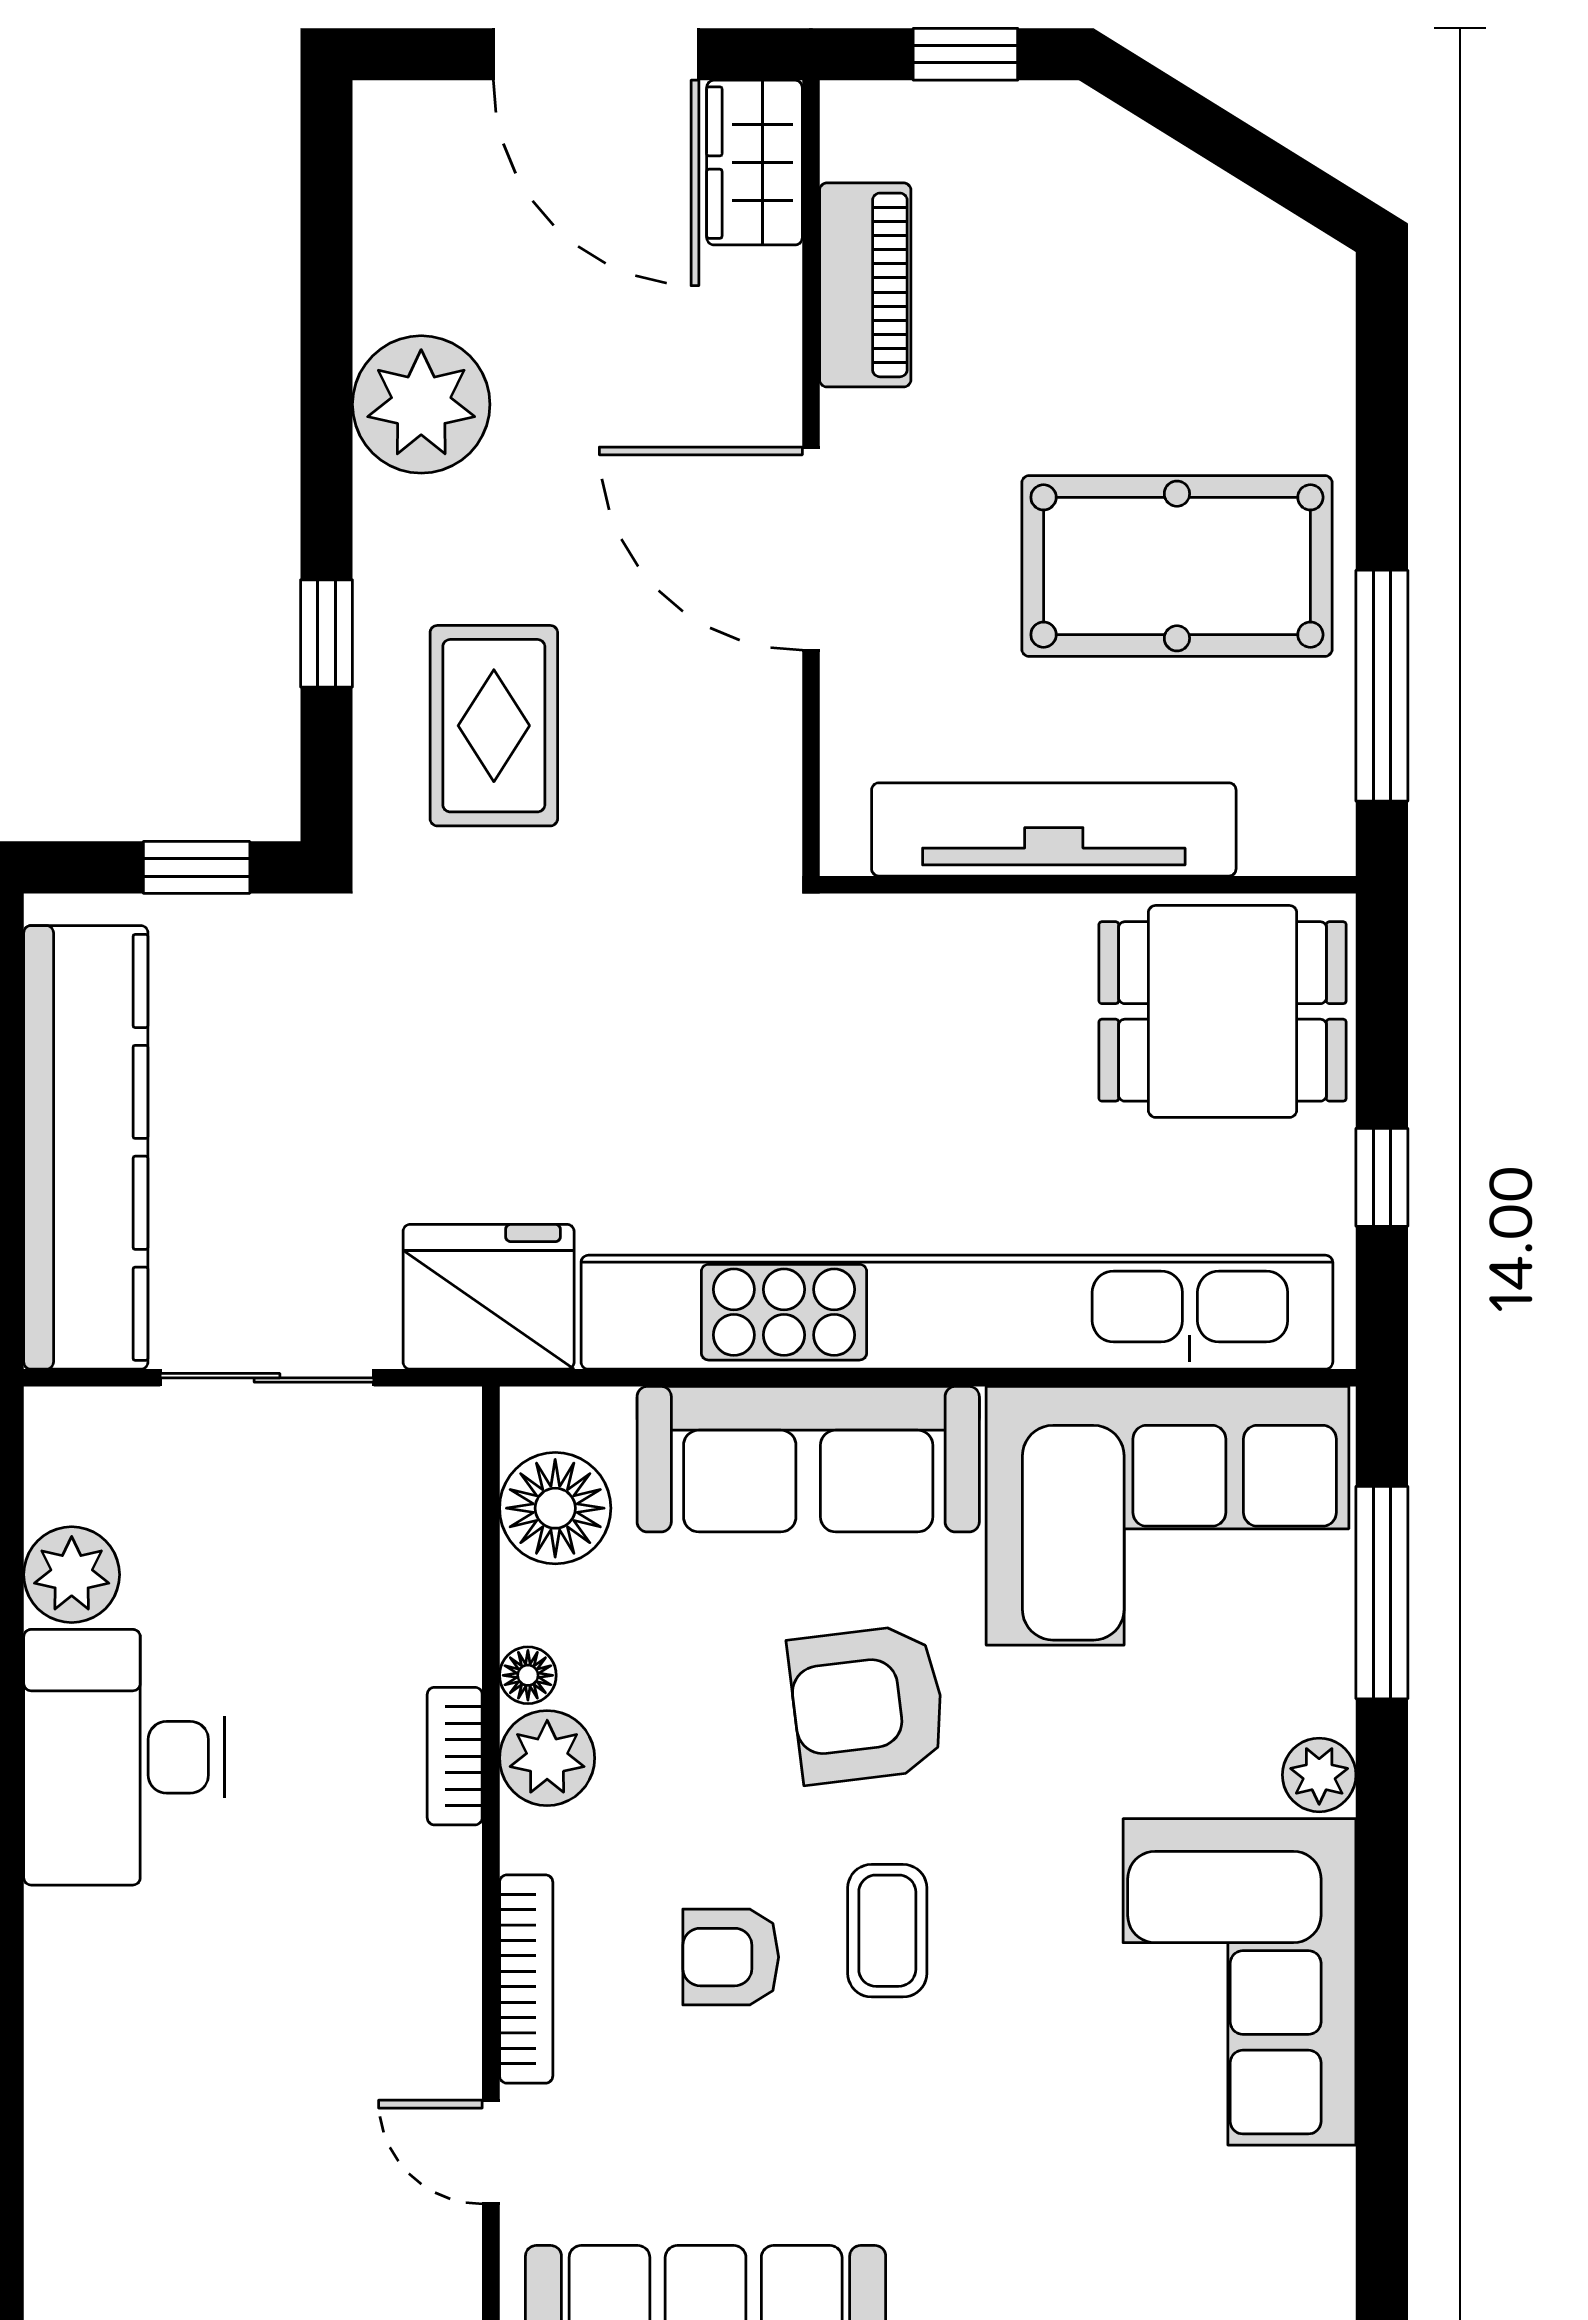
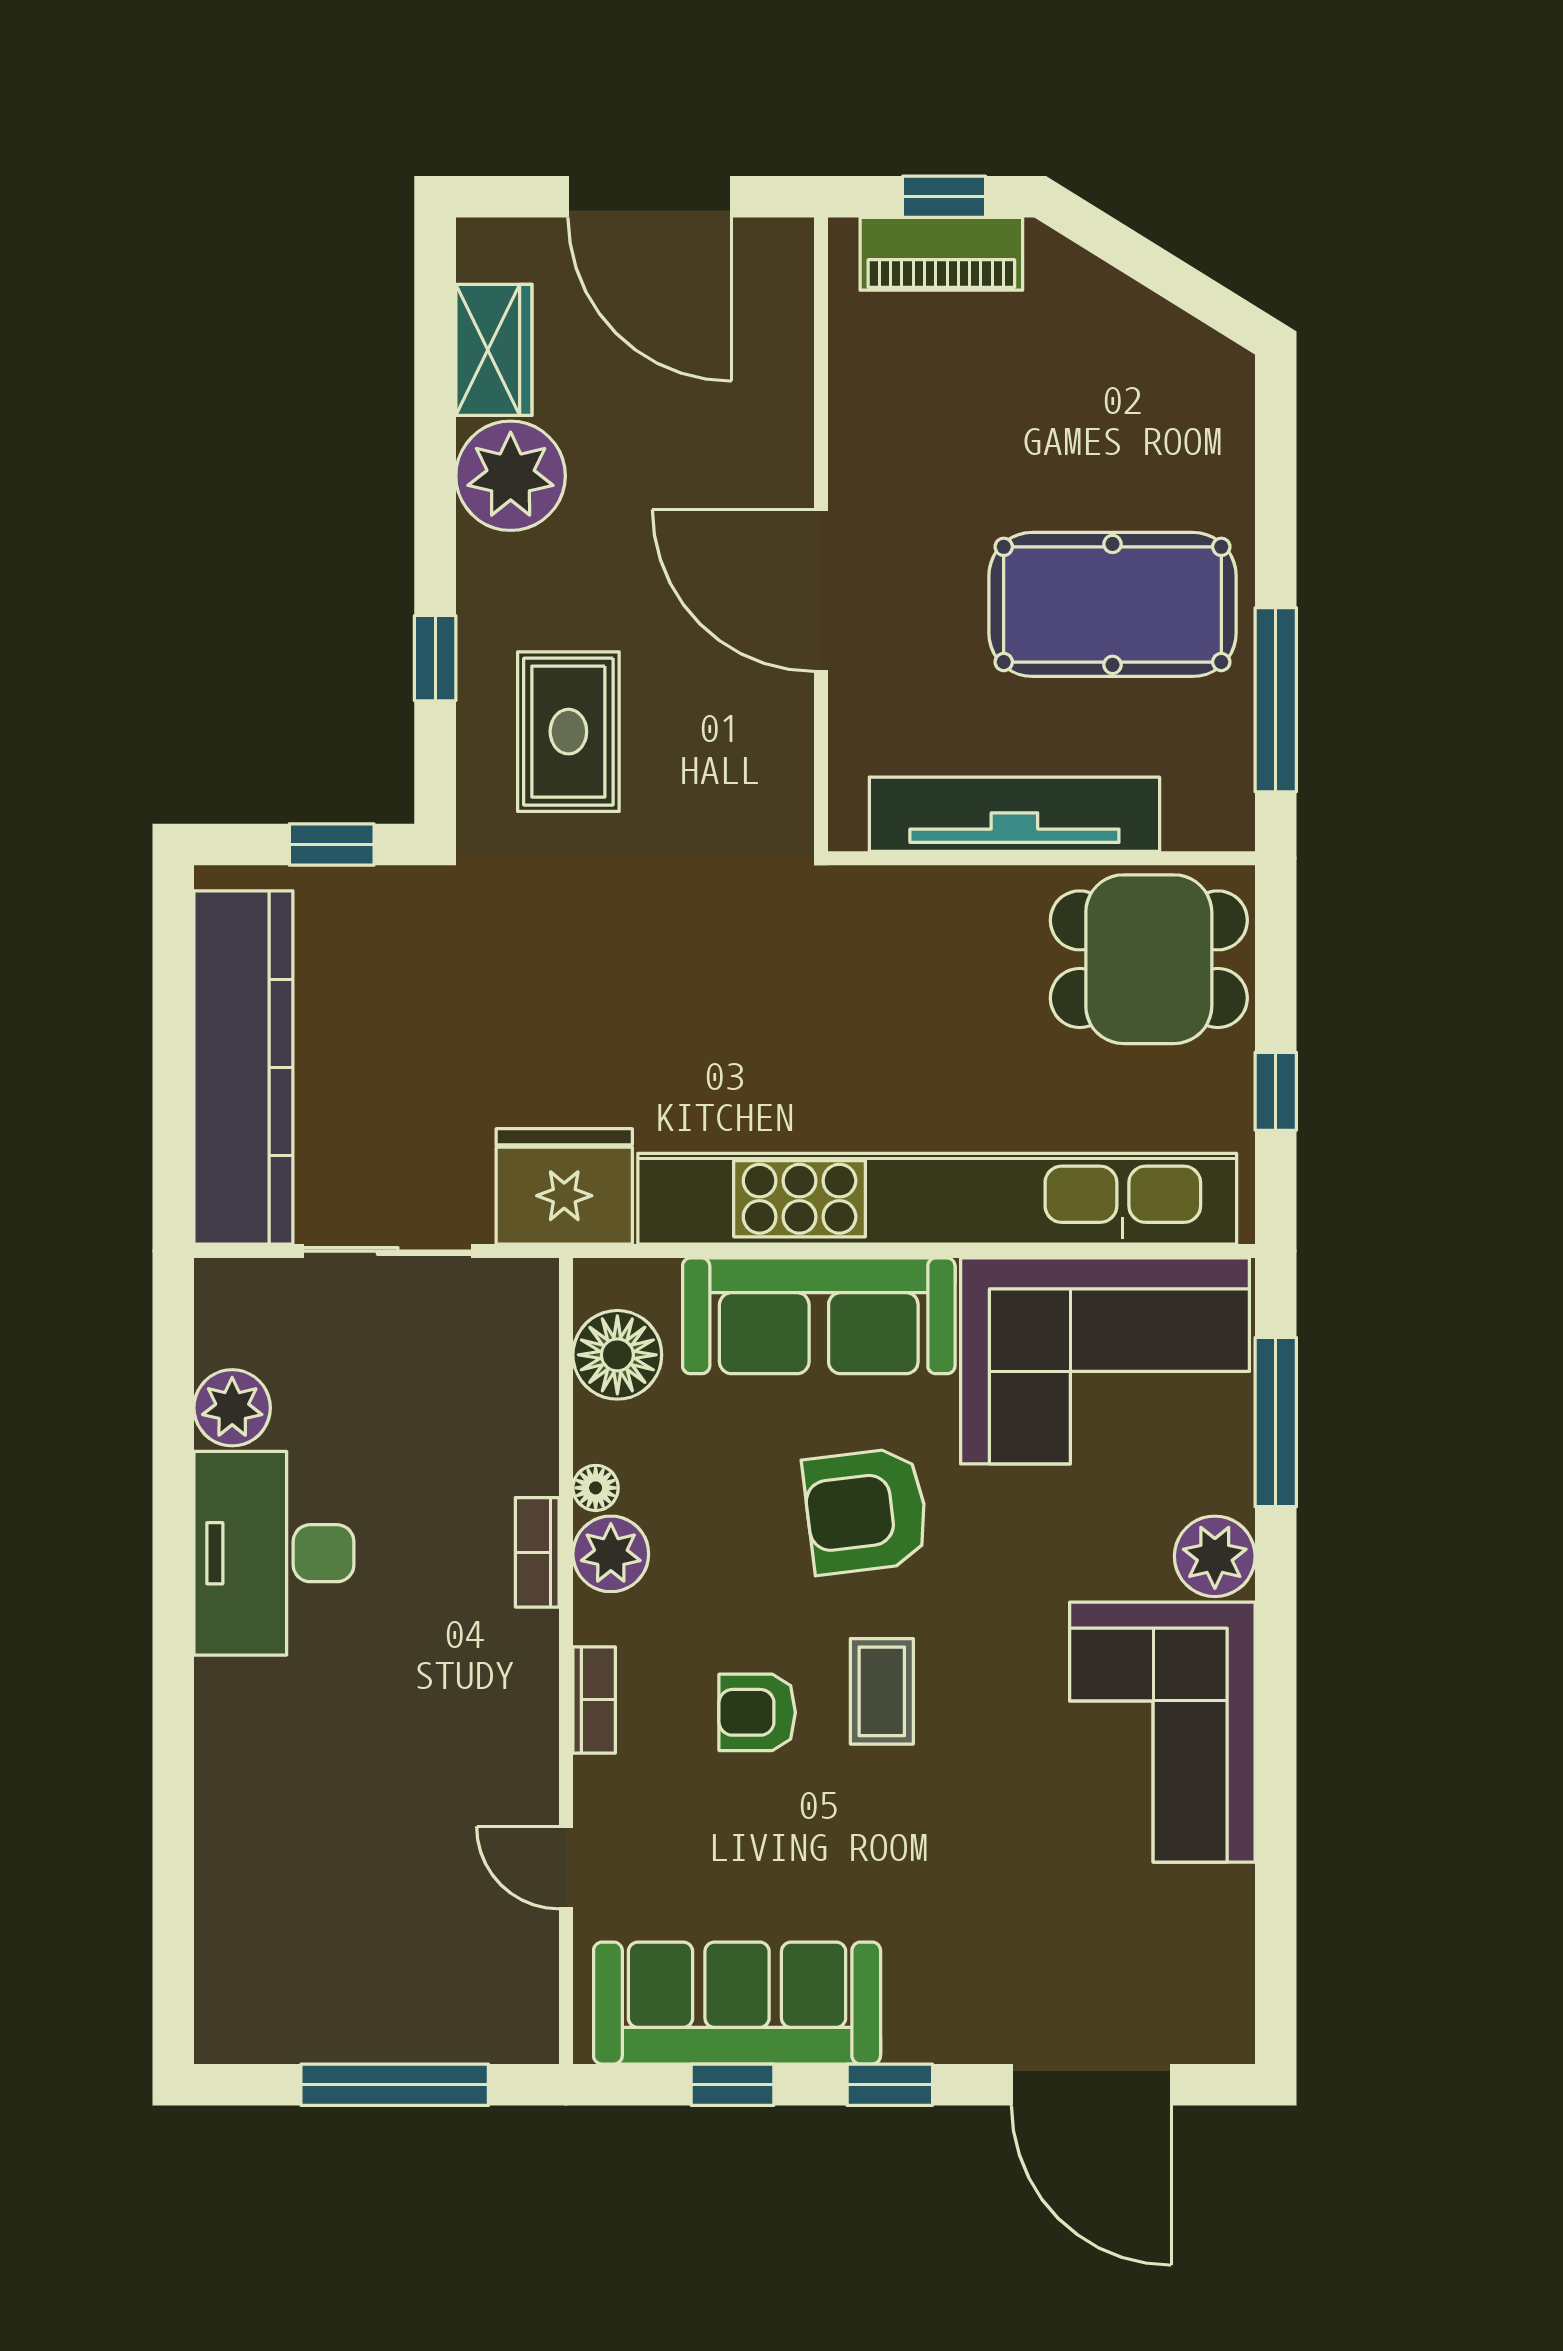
wardrobe: (755, 163) -> (494, 350), moved, turned 180
piano: (865, 285) -> (941, 254), moved, turned 90
plant: (1319, 1775) -> (1215, 1556), width x1.38, depth x1.38
bookcase: (526, 1979) -> (594, 1700), width x0.64

